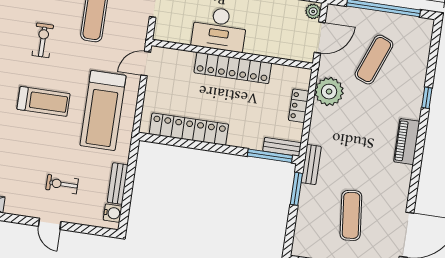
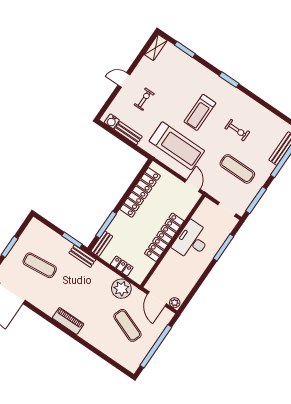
window: (427, 98) -> (89, 346), removed
treadmill: (103, 110) -> (177, 146), turned 180
window: (270, 156) -> (106, 225), moved

